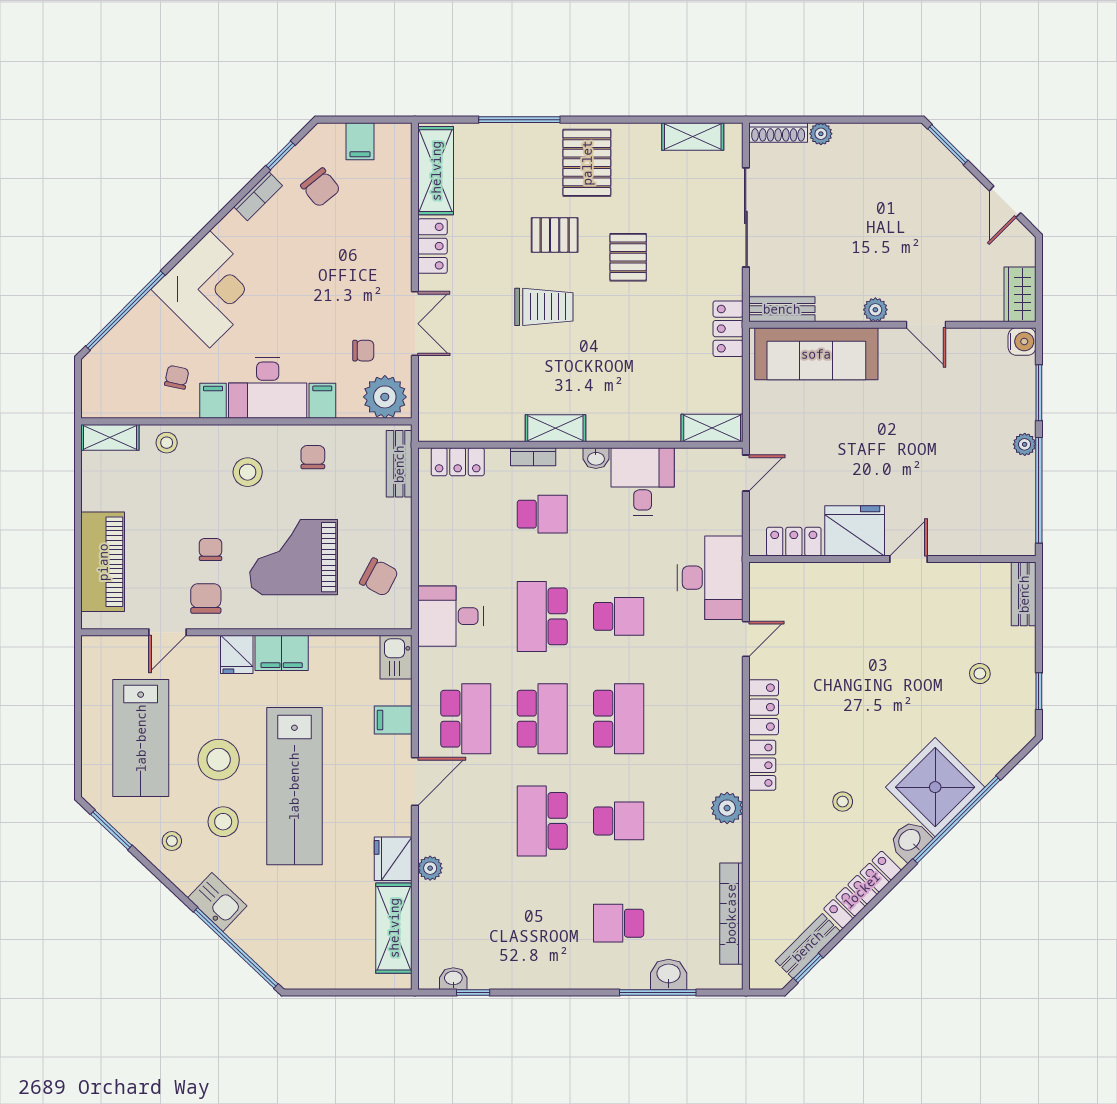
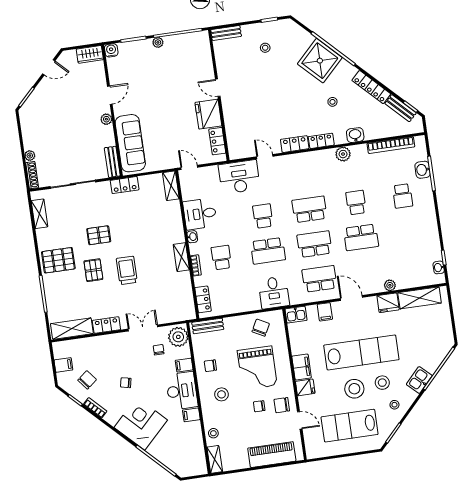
chair: (177, 377) -> (126, 383), moved
lab bench: (141, 738) -> (350, 426), turned 180
washbasin: (910, 840) -> (355, 135), moved, turned 135

